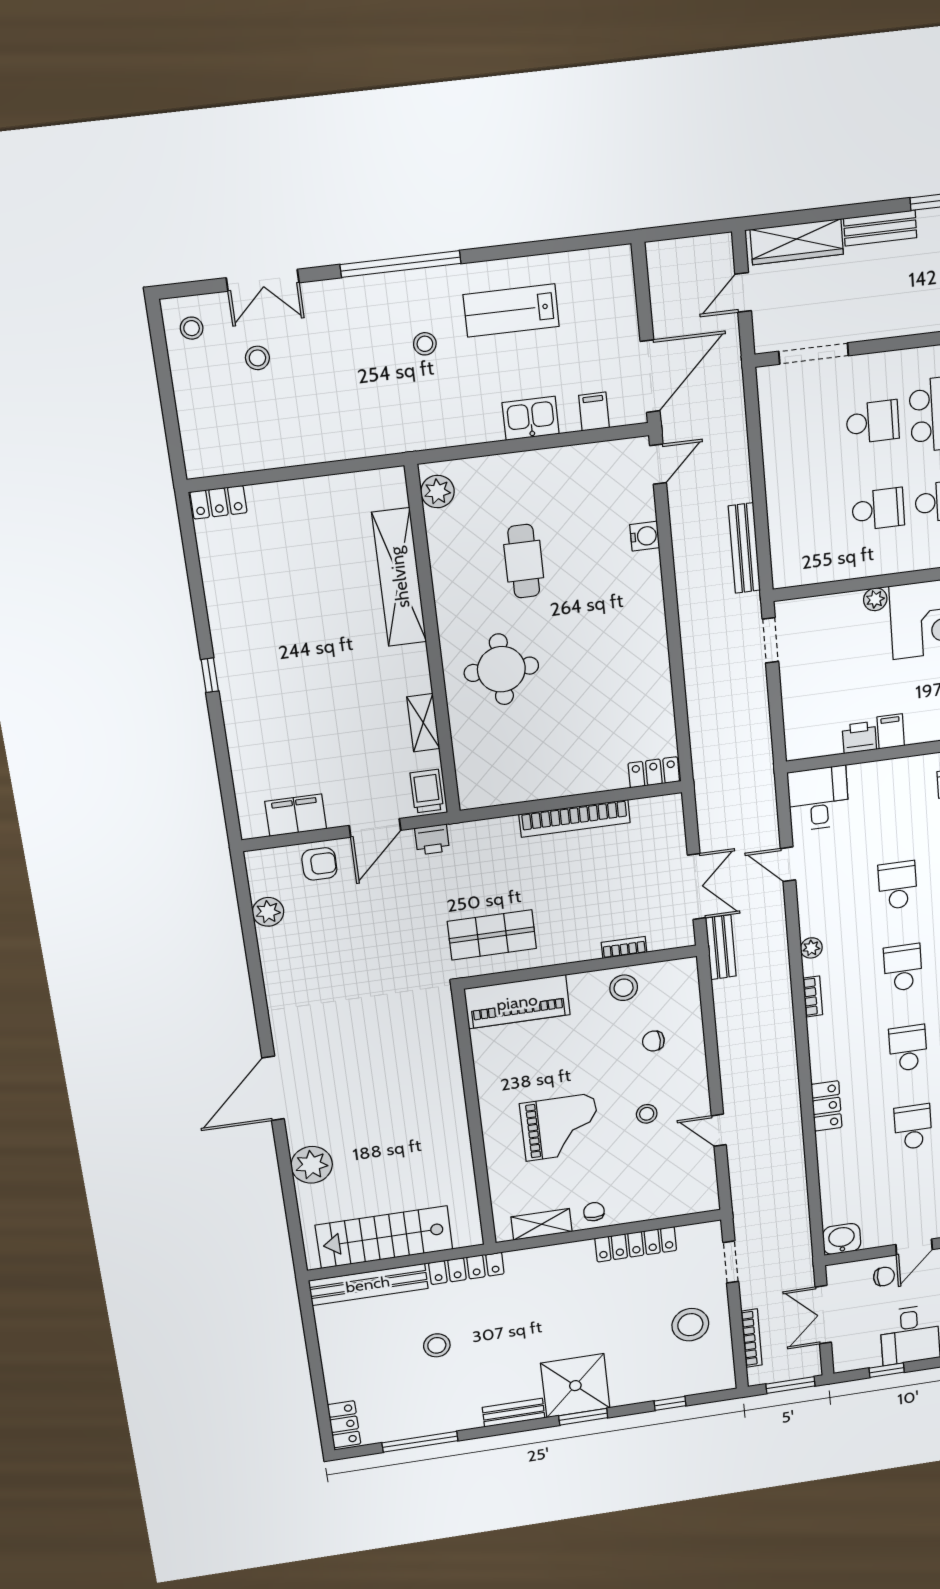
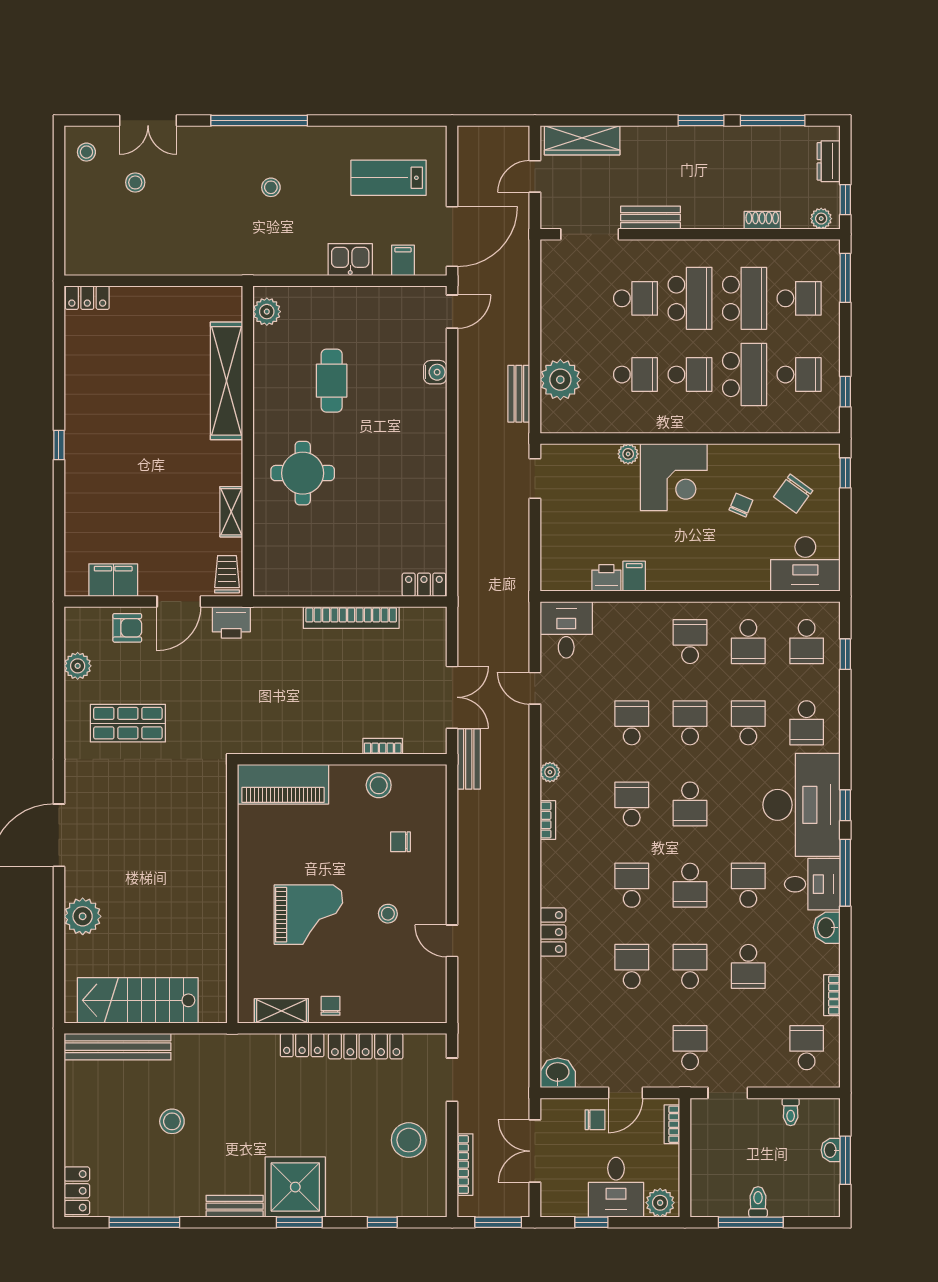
bench: (880, 228) -> (651, 218), moved
lab bench: (511, 310) -> (389, 178), moved
plant: (791, 526) -> (560, 380), added
bench: (744, 548) -> (519, 394), width x0.73
printer: (432, 840) -> (231, 622), width x1.36, depth x1.24
shop shelf: (492, 935) -> (128, 723), moved
locker: (466, 1268) -> (302, 1045), moved, width x0.66

